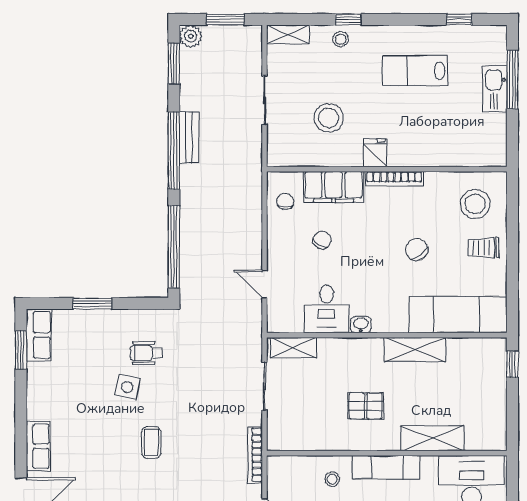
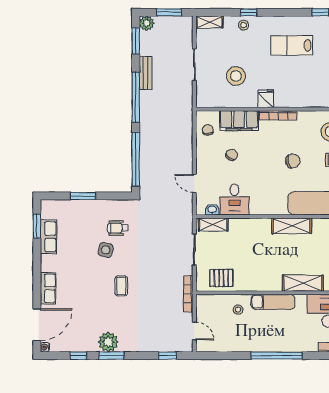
bench: (189, 137) -> (146, 73), moved
chair: (417, 250) -> (293, 161), turned 112
washbasin: (361, 325) -> (212, 210), moved
row of seats: (39, 335) -> (48, 237), moved
pallet: (366, 406) -> (221, 278), moved

